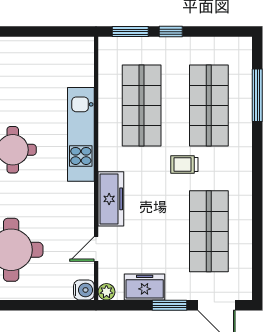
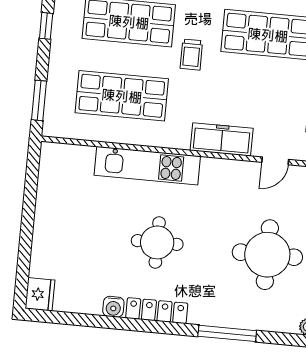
window: (171, 32) -> (46, 26), moved
door: (96, 249) -> (275, 161), hinge flipped

